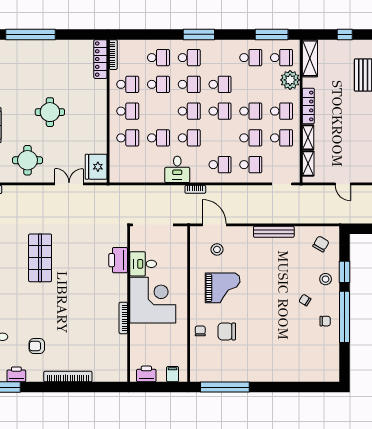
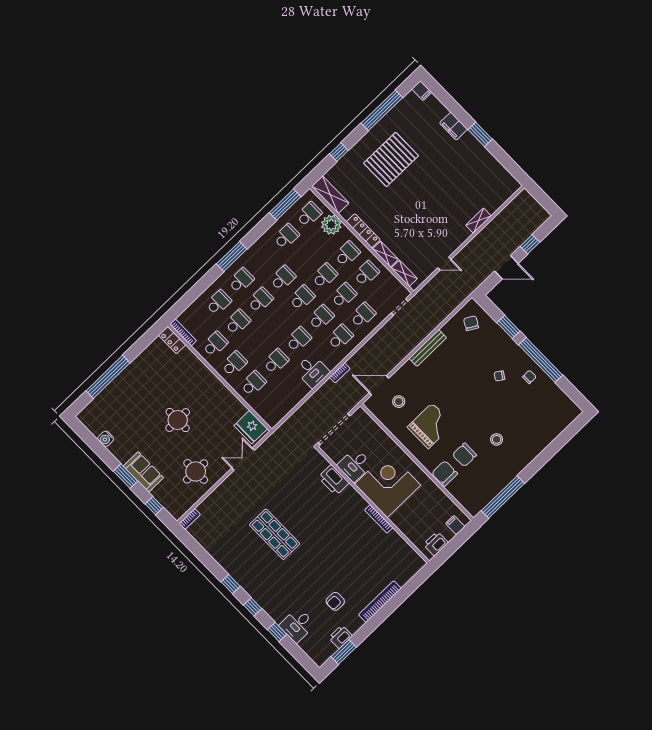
locker: (100, 59) -> (172, 340), width x0.66
school desk: (189, 111) -> (321, 317), moved
stool: (326, 279) -> (497, 439), moved
chair: (200, 331) -> (445, 473), width x1.87, depth x1.87

